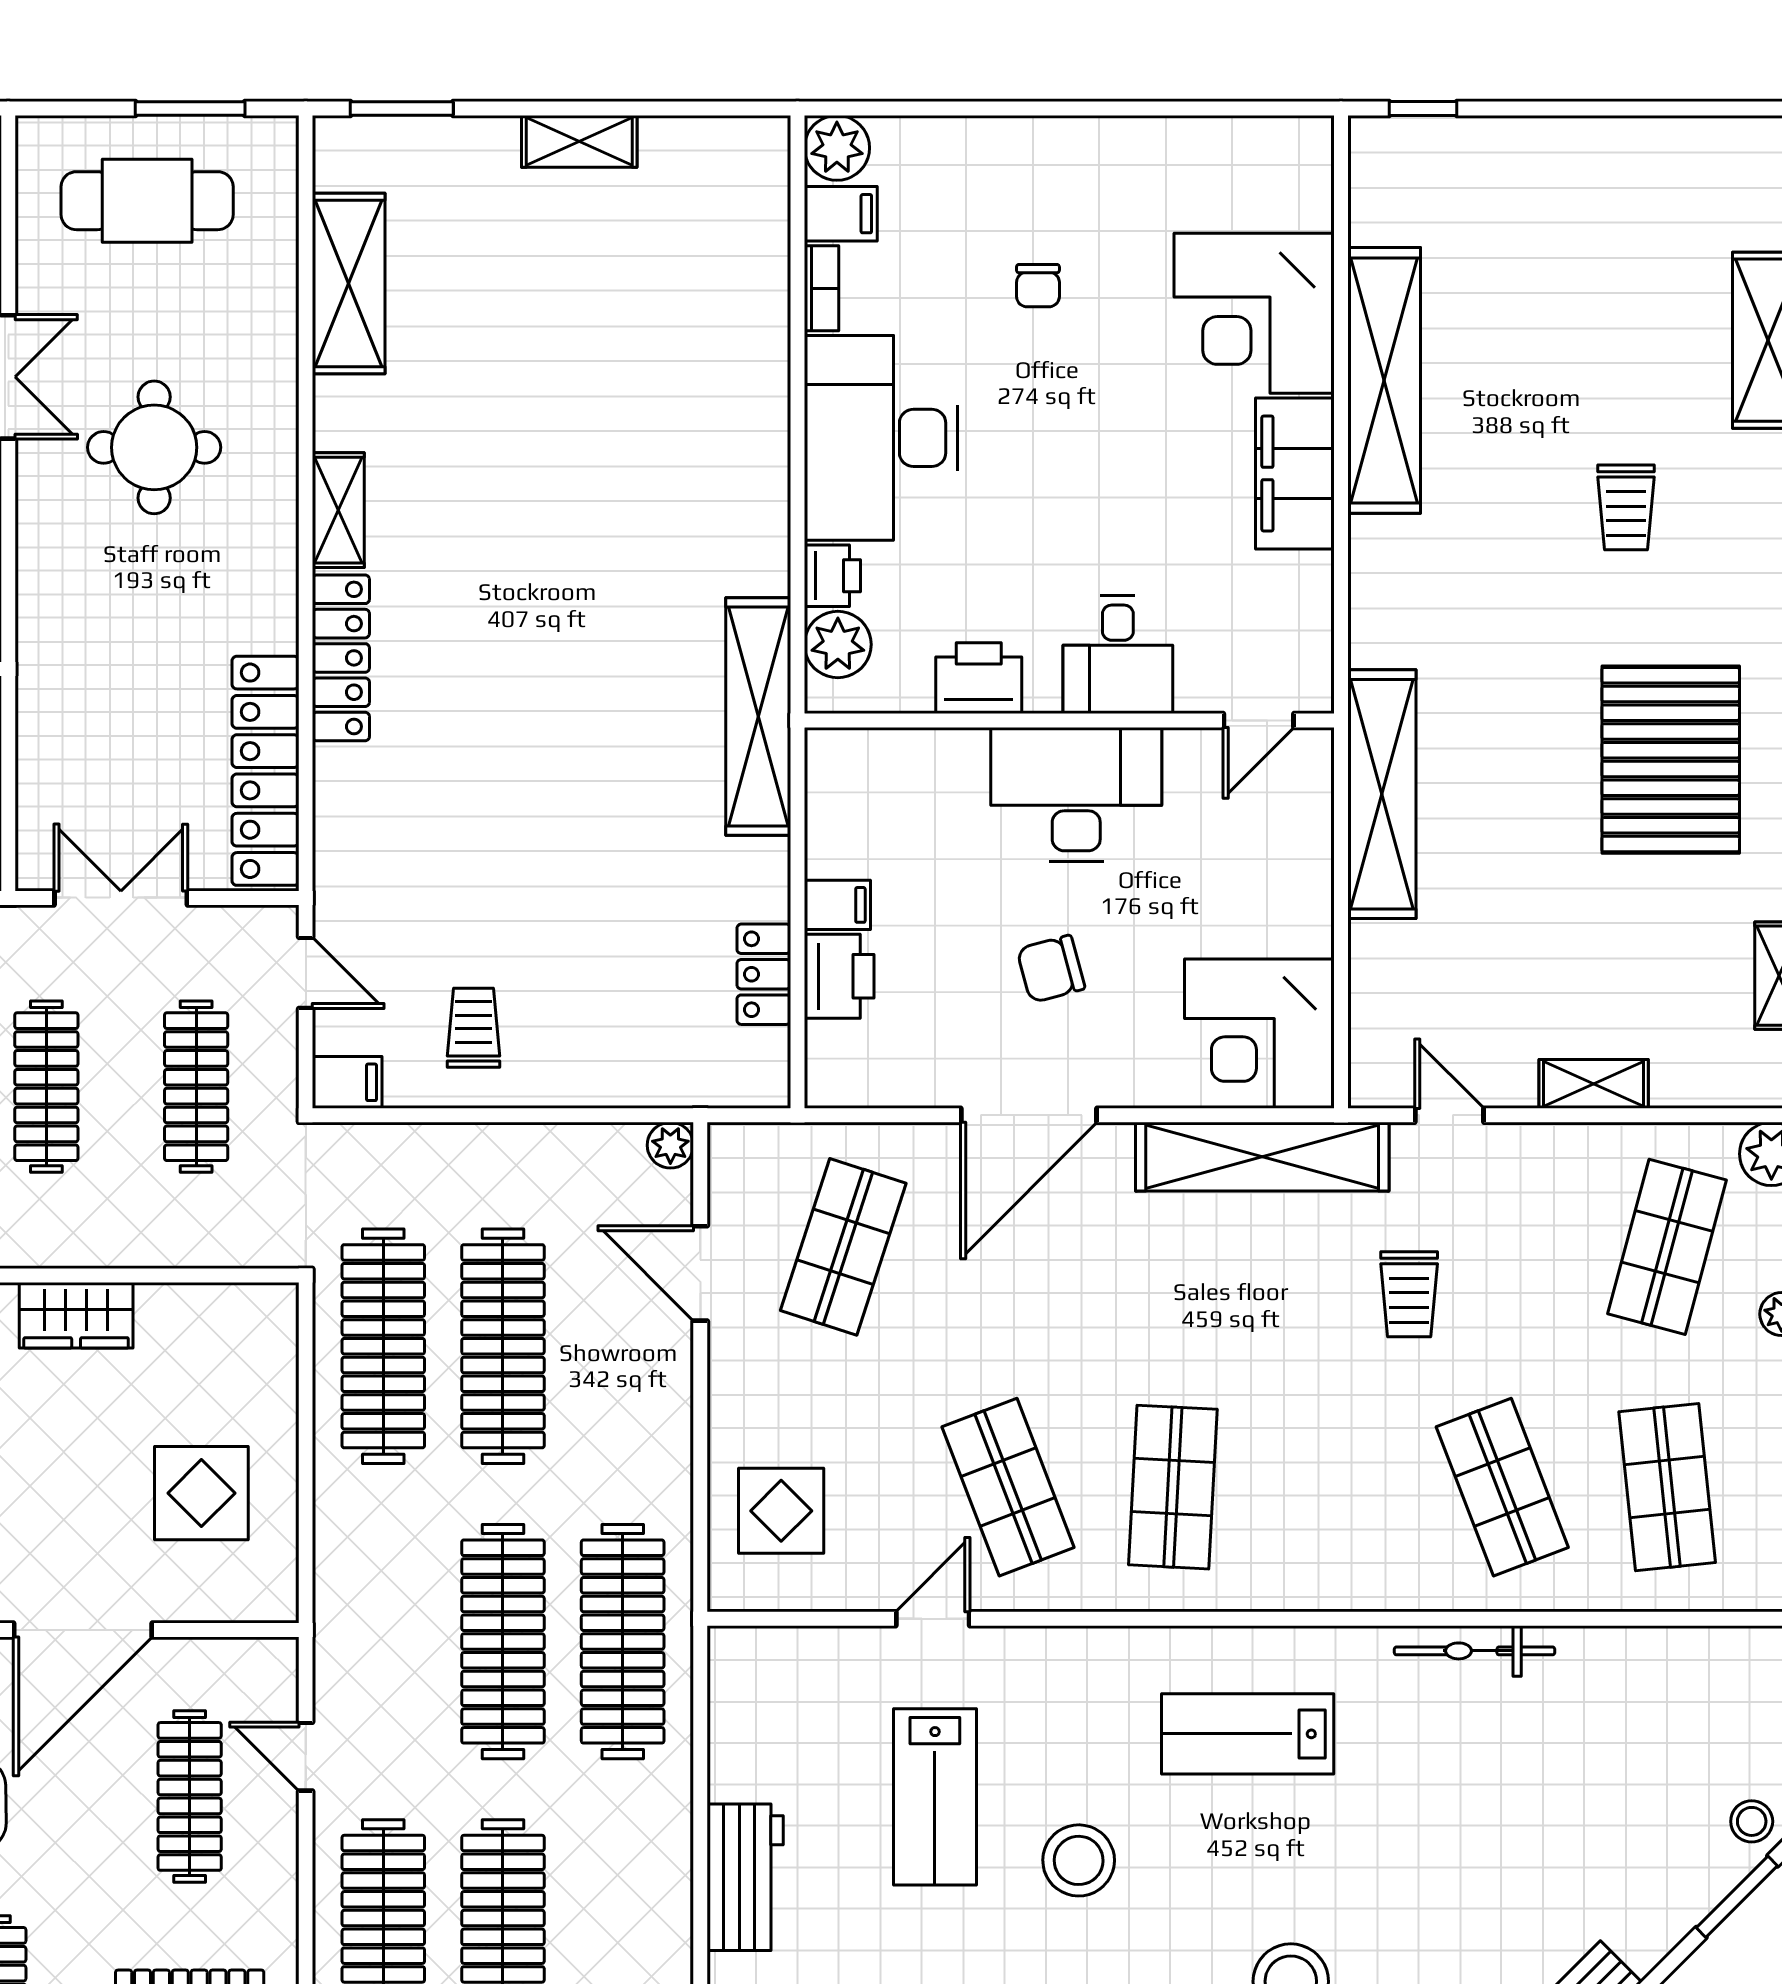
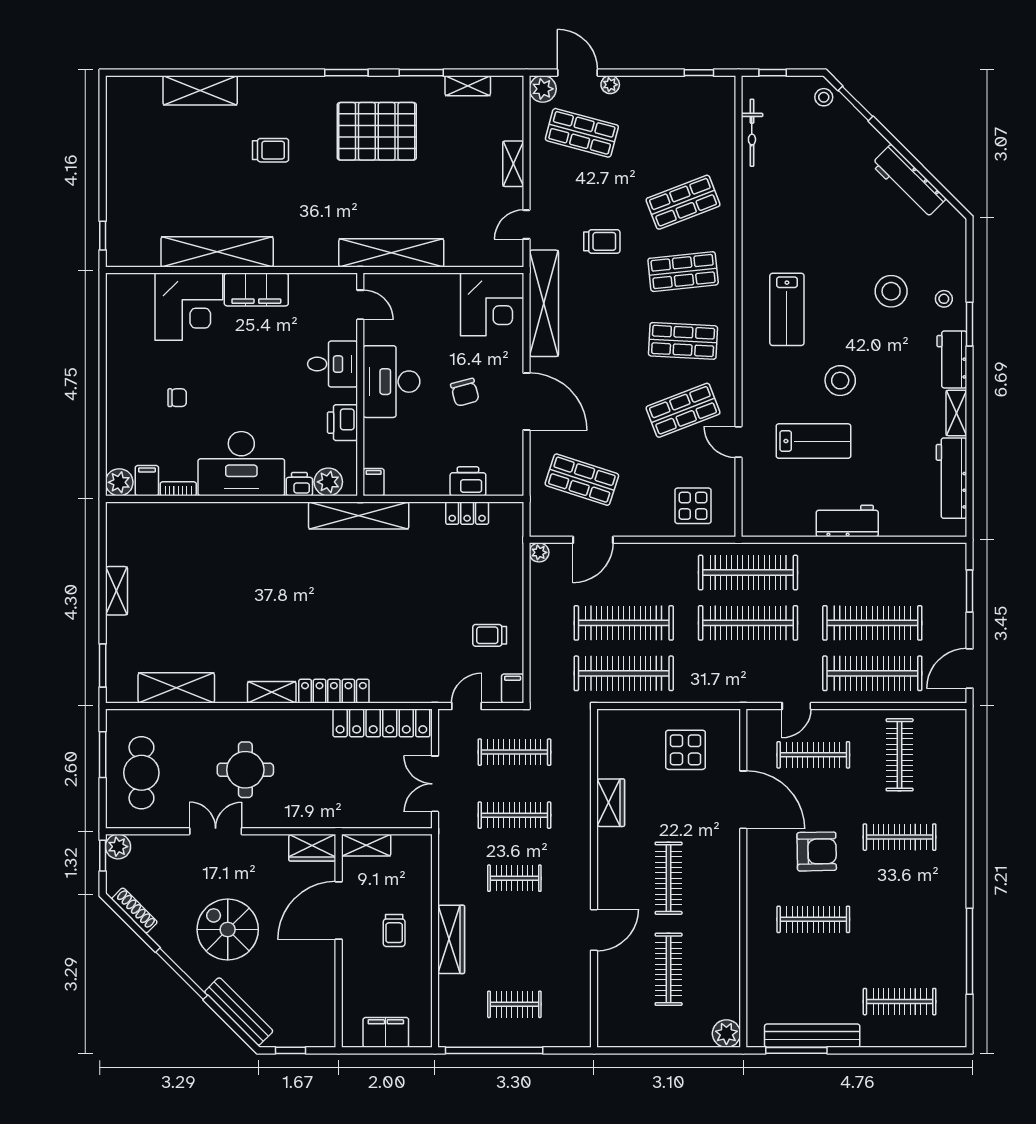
filing cabinet: (837, 905) -> (374, 482), moved
shop shelf: (1667, 1487) -> (683, 272), moved
bicycle: (1475, 1651) -> (752, 133), moved

